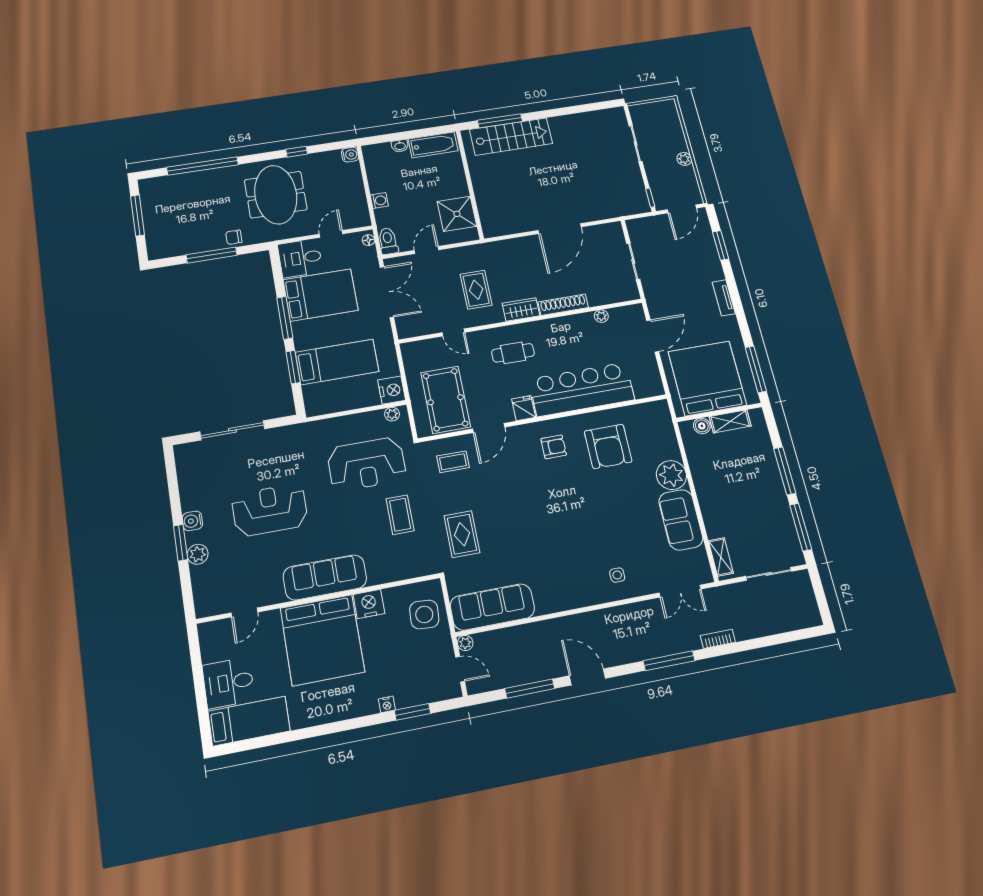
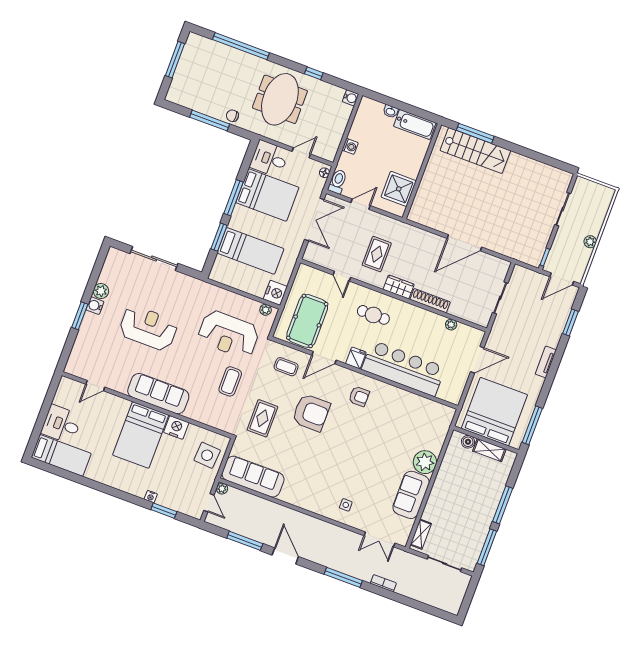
armchair: (608, 446) -> (311, 413), moved, turned -90
plant: (198, 554) -> (101, 291), moved
bed: (322, 640) -> (141, 435), width x0.73

